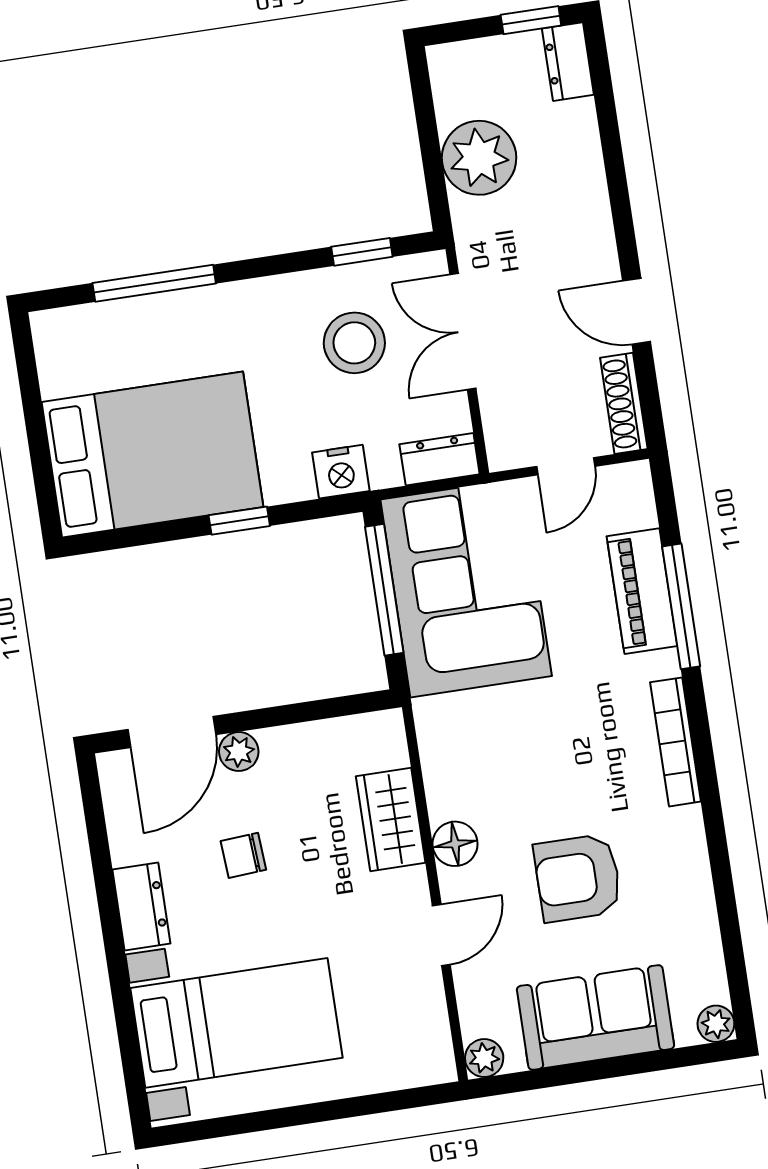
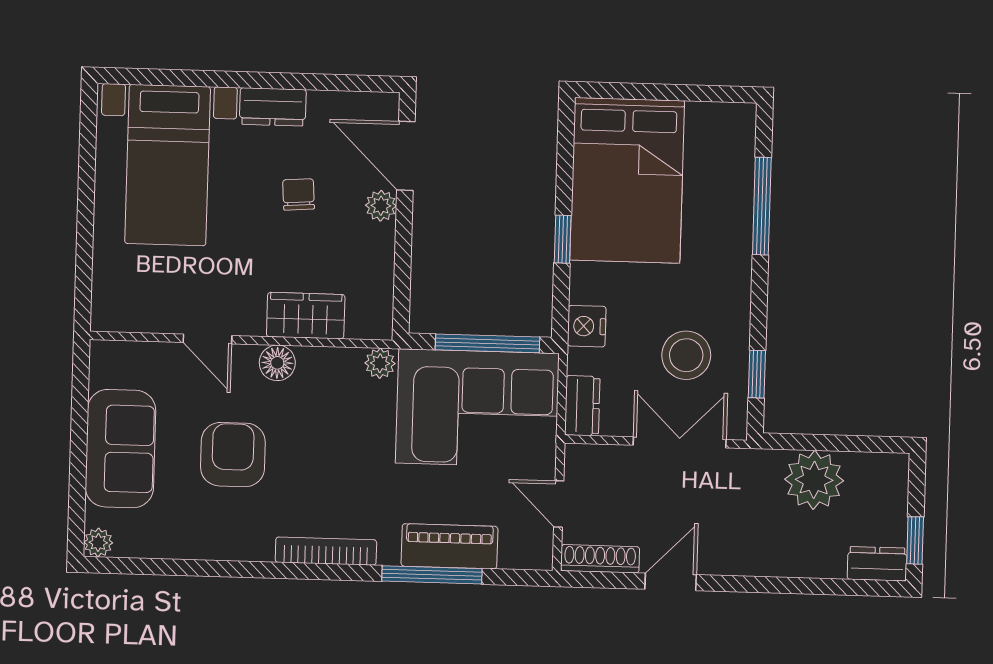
plant: (484, 1058) -> (380, 363), moved

